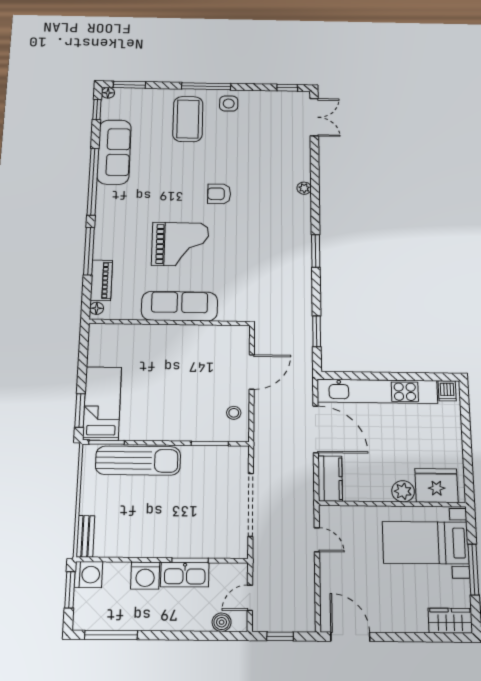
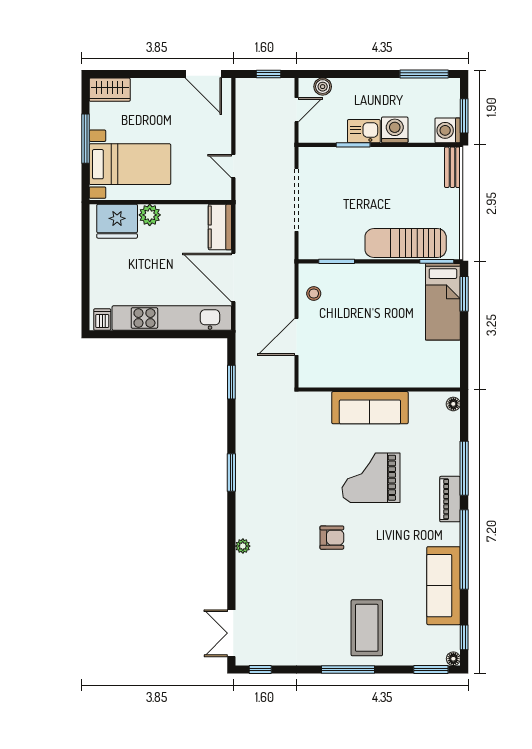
side table: (229, 104) -> (323, 648), removed
piano: (101, 280) -> (450, 499), moved
kitchen sink: (185, 575) -> (364, 131), width x0.73

